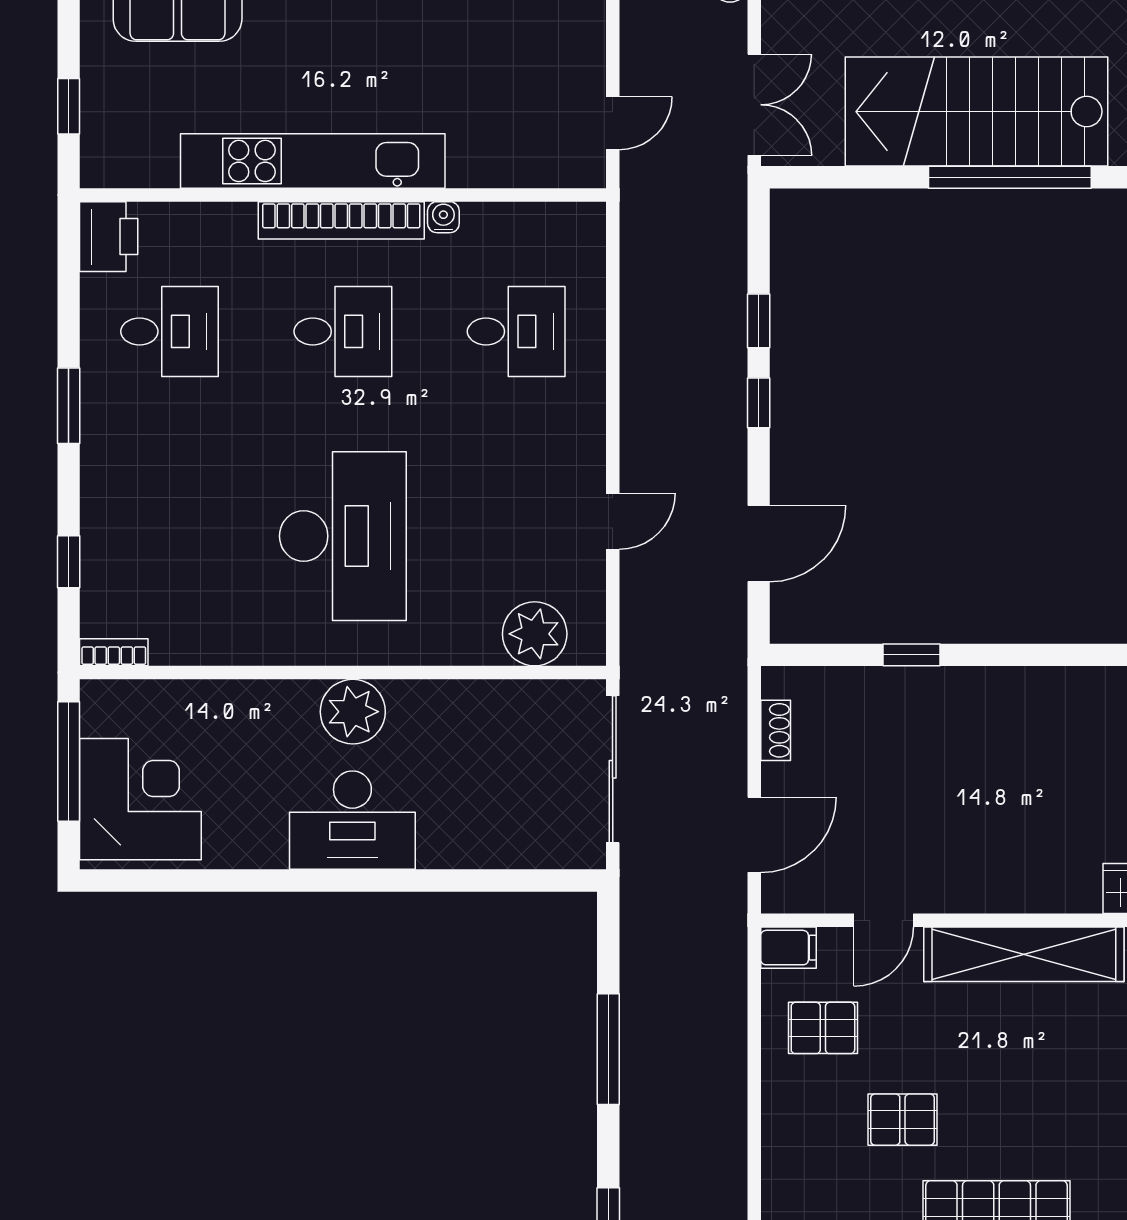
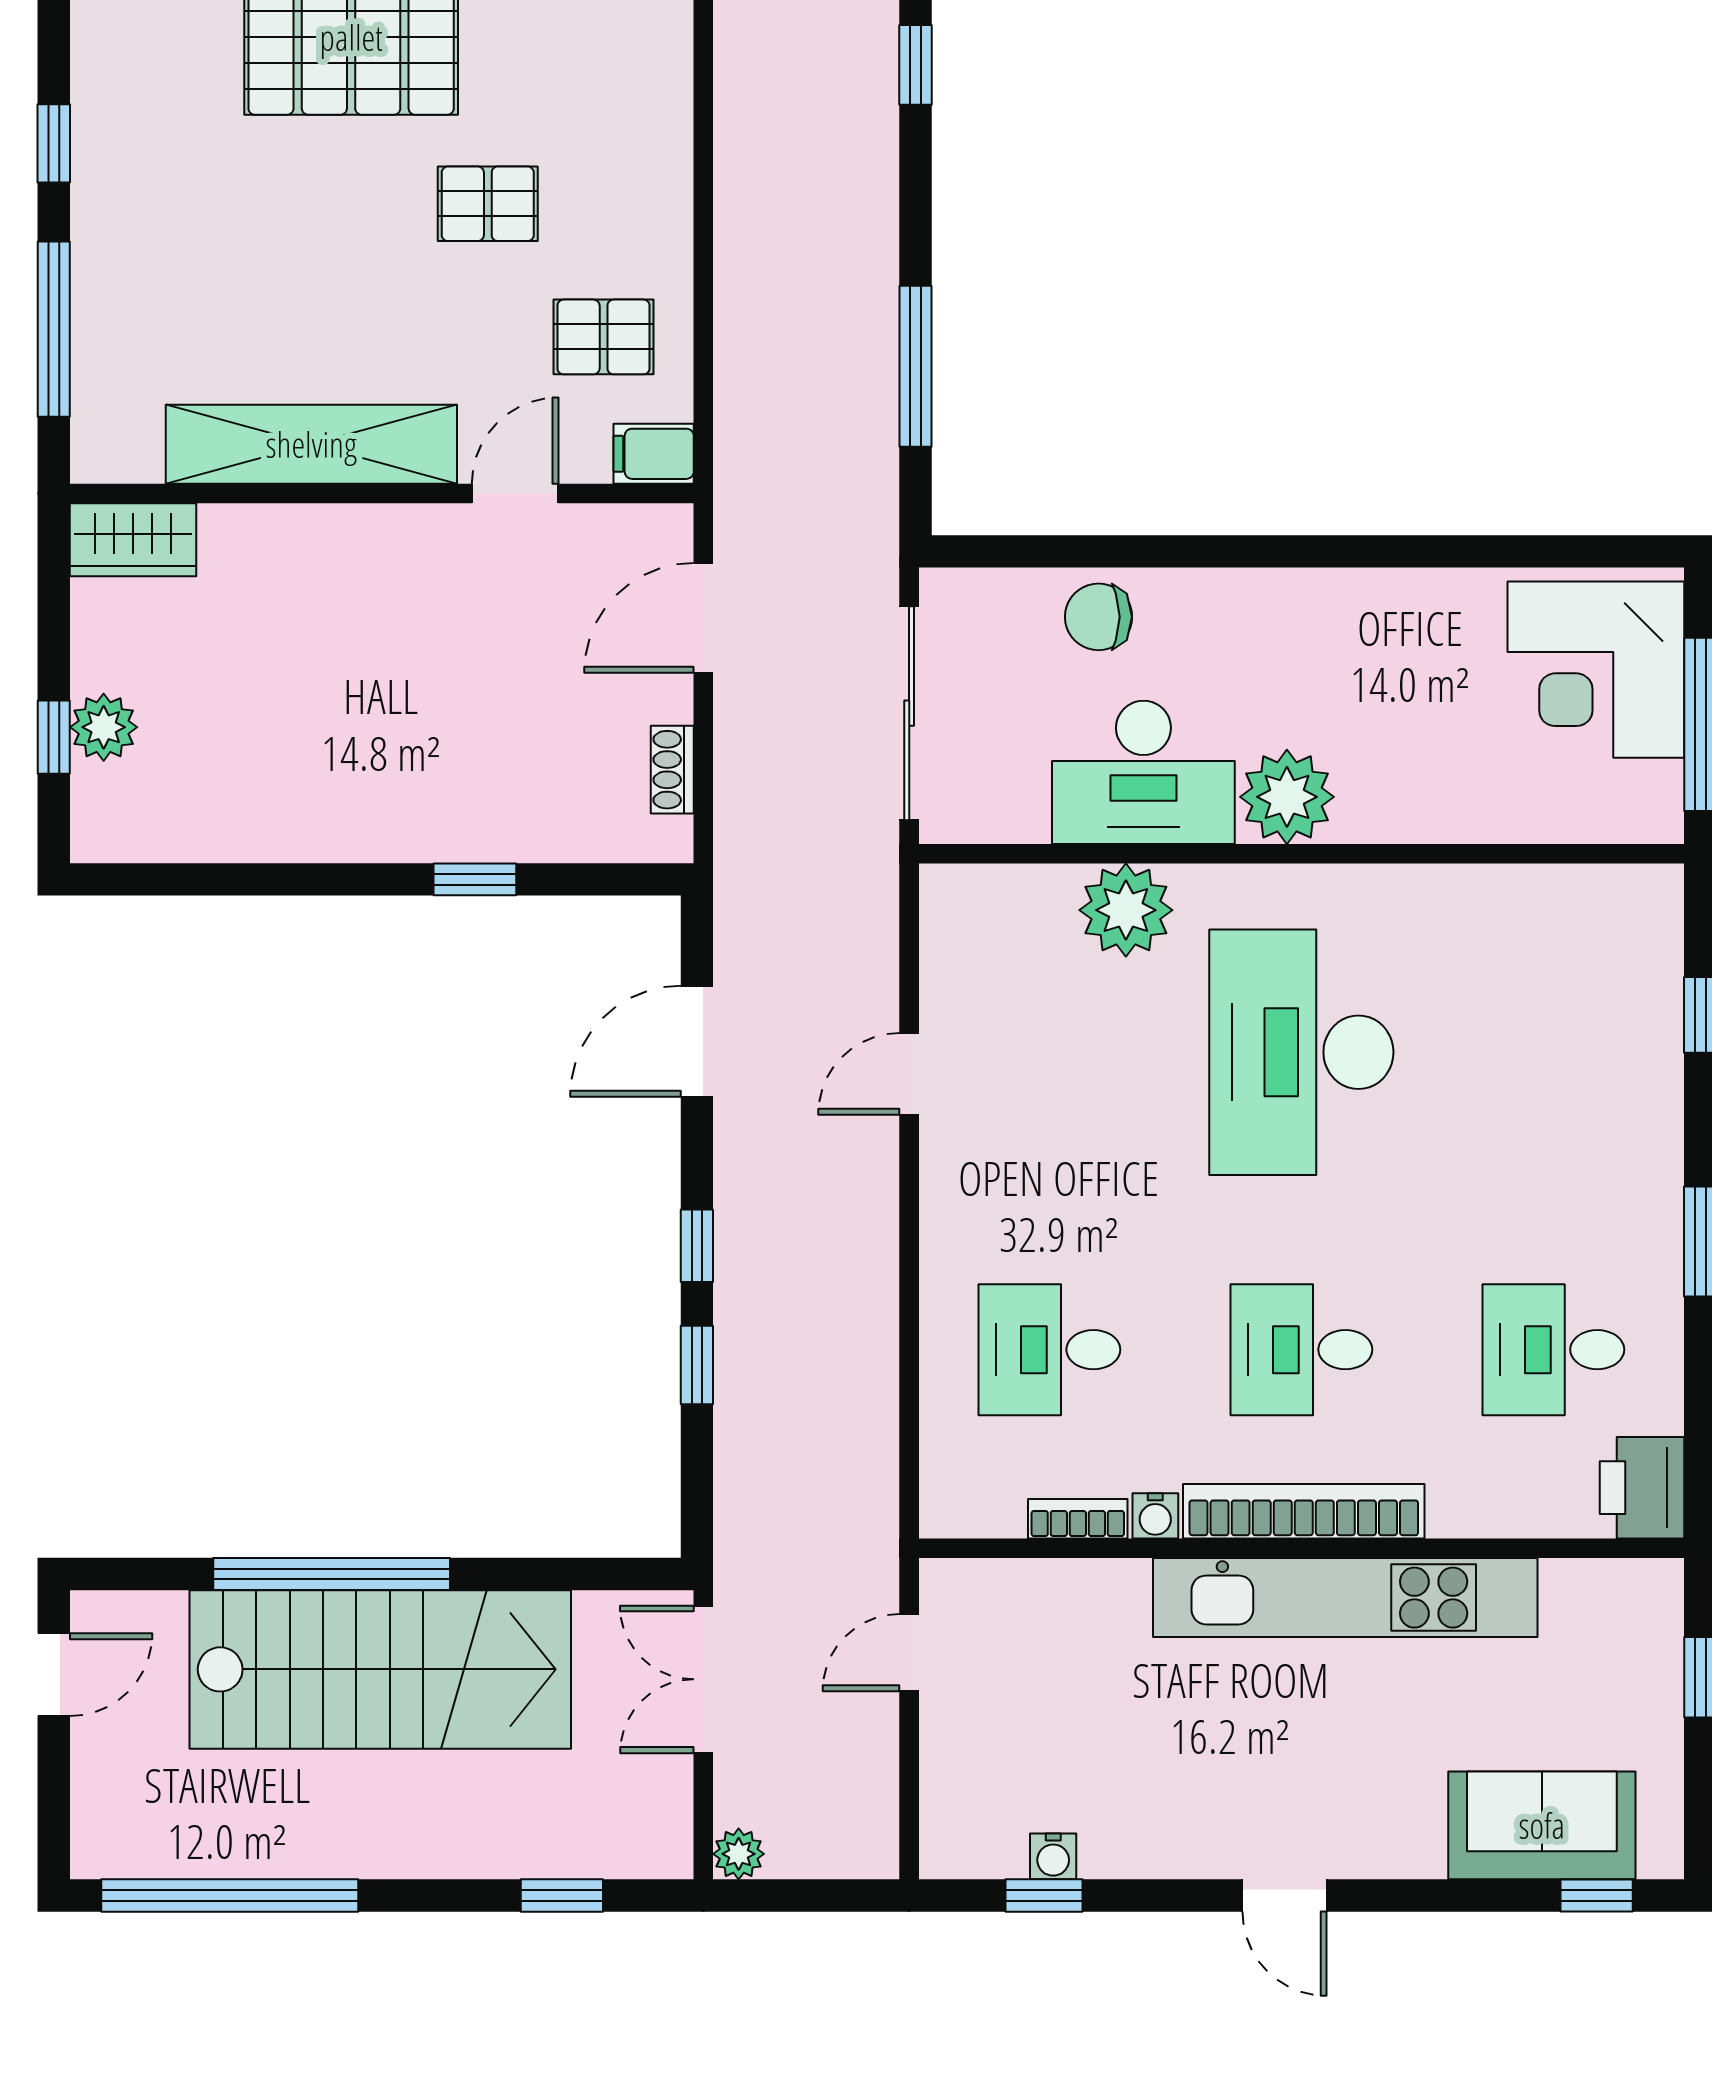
plant: (535, 634) -> (1126, 910), moved
bookcase: (114, 652) -> (1078, 1519), moved, turned 180
desk: (352, 820) -> (1143, 772), moved, turned 180
chair: (482, 835) -> (1099, 617), added
window: (608, 1049) -> (916, 366), moved

